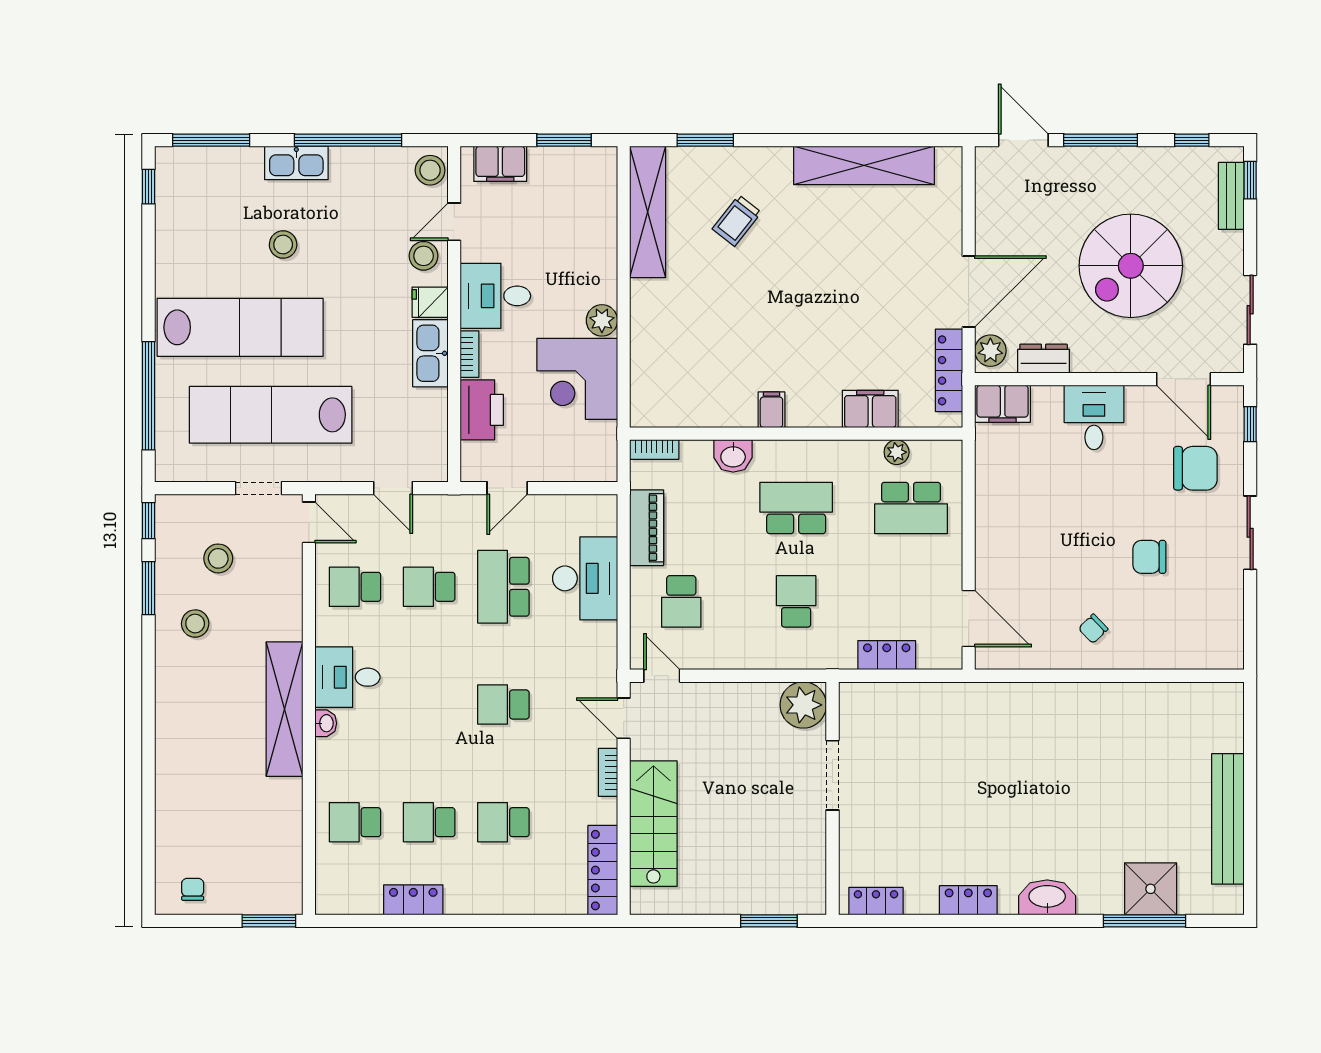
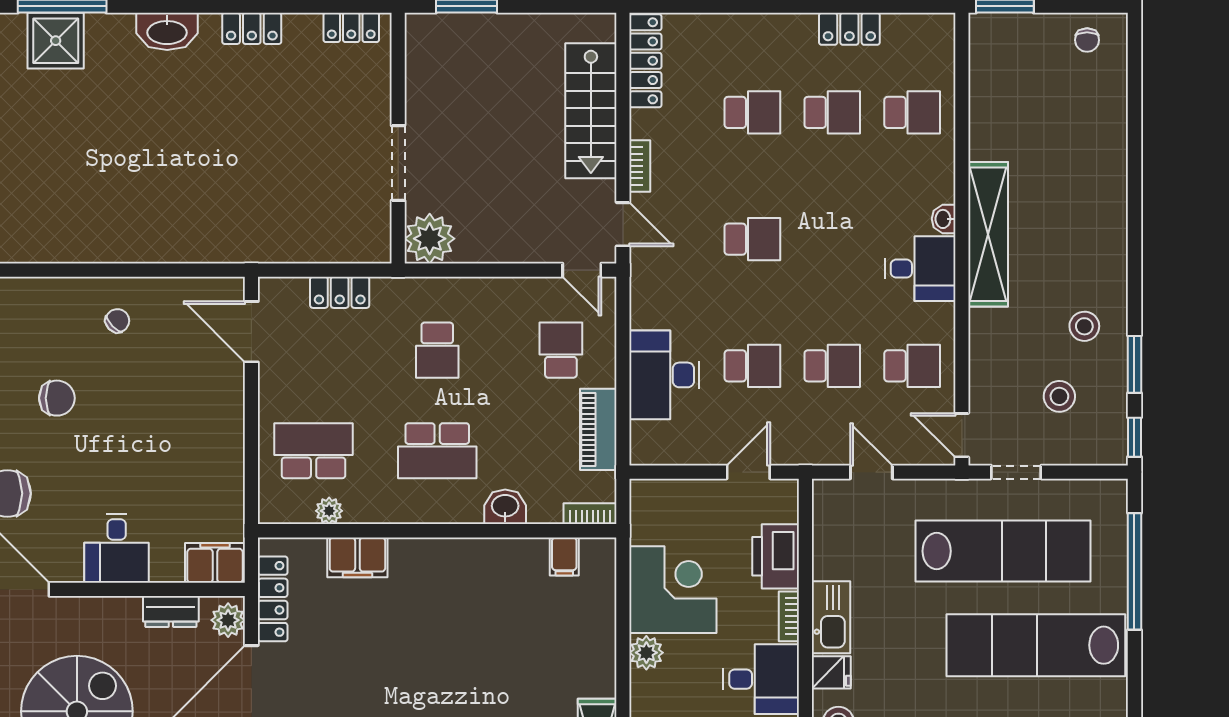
filing cabinet: (771, 410) -> (564, 556), moved
school desk: (503, 587) -> (752, 366), width x0.54

